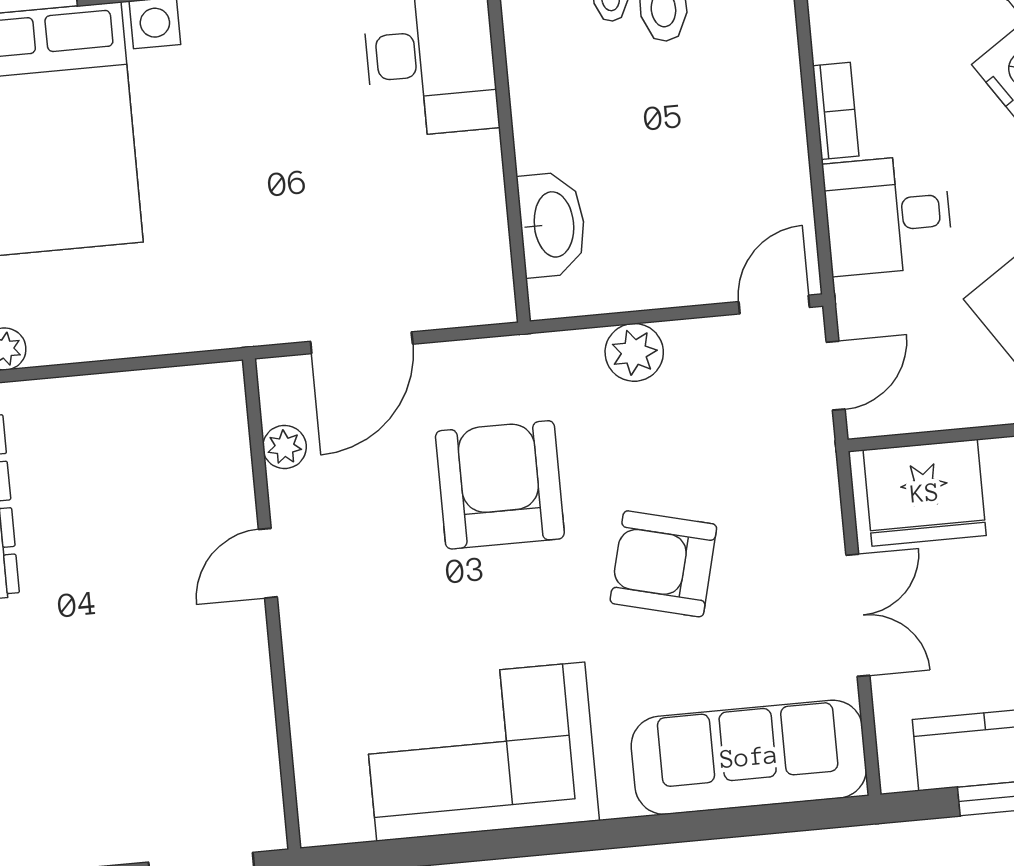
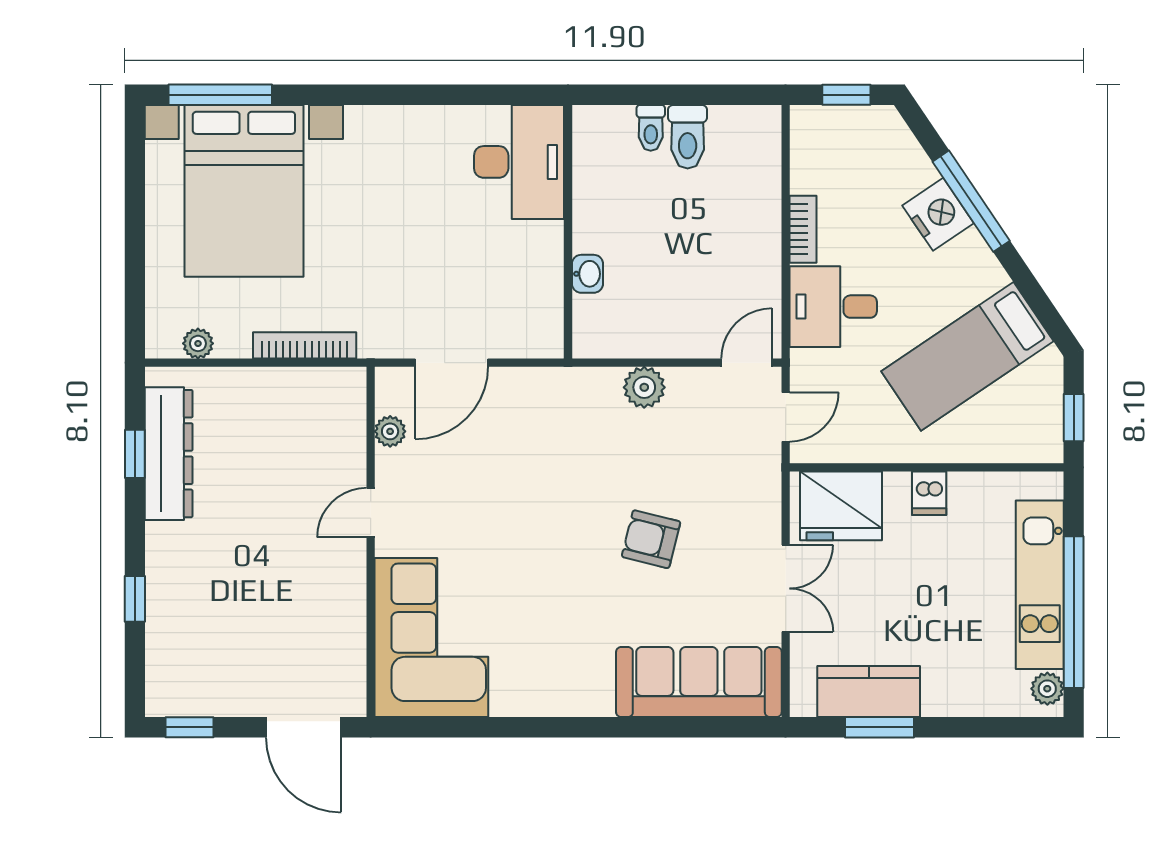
washbasin: (552, 225) -> (587, 274), width x0.52, depth x0.69
bookcase: (154, 338) -> (305, 345), added
armchair: (500, 485) -> (540, 472), removed
armchair: (663, 564) -> (651, 539), width x0.72, depth x0.72
corner sofa: (481, 752) -> (431, 638), moved, turned 90

